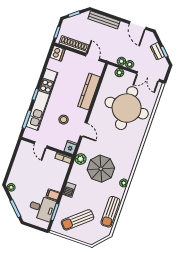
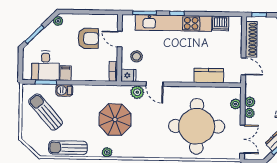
dishwasher: (58, 53) -> (221, 23), moved
door: (93, 57) -> (243, 66), hinge flipped
double door: (148, 76) -> (242, 139), swing flipped
kitchen counter: (89, 92) -> (209, 76), width x0.67
stool: (64, 120) -> (136, 56), moved
door: (84, 130) -> (154, 84), hinge flipped
door: (41, 145) -> (120, 39), hinge flipped
plant: (81, 159) -> (137, 92), moved
armchair: (32, 169) -> (88, 38), added
barbecue: (69, 190) -> (64, 90), moved

